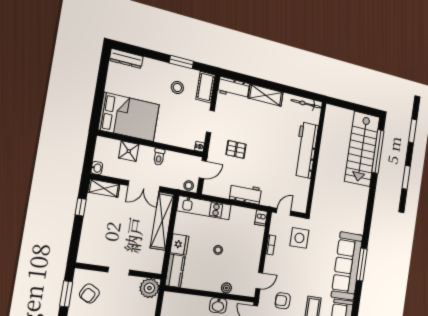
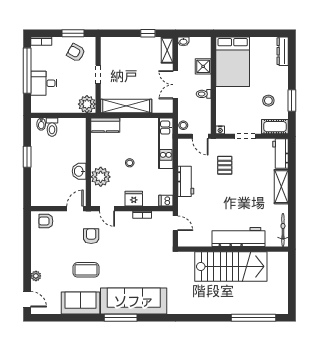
stairs: (362, 149) -> (231, 266), moved, turned 180
shelving: (162, 221) -> (126, 106), moved
side table: (299, 238) -> (153, 244), removed
fridge: (180, 244) -> (134, 199), moved, turned 180
window: (362, 265) -> (121, 318), moved
plant: (226, 288) -> (101, 177), width x1.88, depth x1.88

